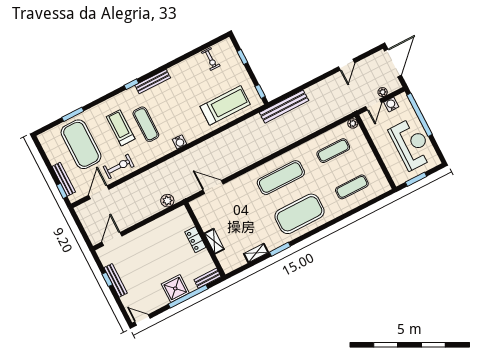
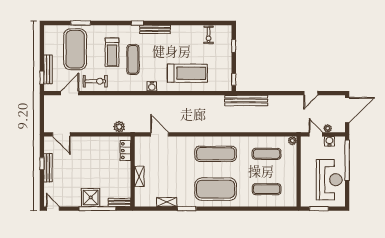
treadmill: (225, 105) -> (187, 73), moved
door: (374, 105) -> (316, 134), swing flipped
treadmill: (121, 128) -> (112, 52), turned 180
door: (112, 239) -> (61, 134), swing flipped
locker: (195, 240) -> (125, 151), moved

